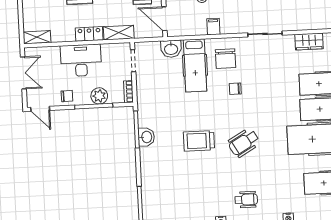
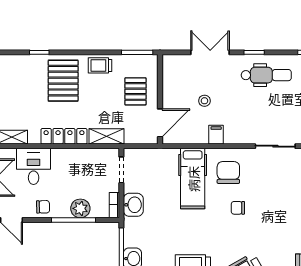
door: (164, 19) -> (160, 123), swing flipped
locker: (89, 34) -> (64, 136), width x1.53
washbasin: (171, 49) -> (133, 205), moved, turned -90
chair: (225, 59) -> (228, 173), turned 180
desk: (81, 60) -> (34, 166), moved, width x0.73

